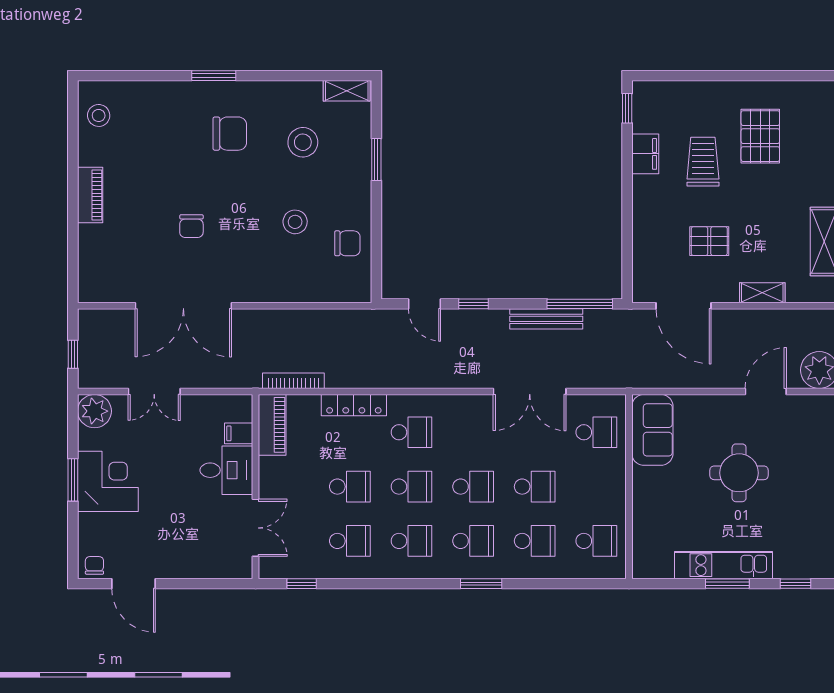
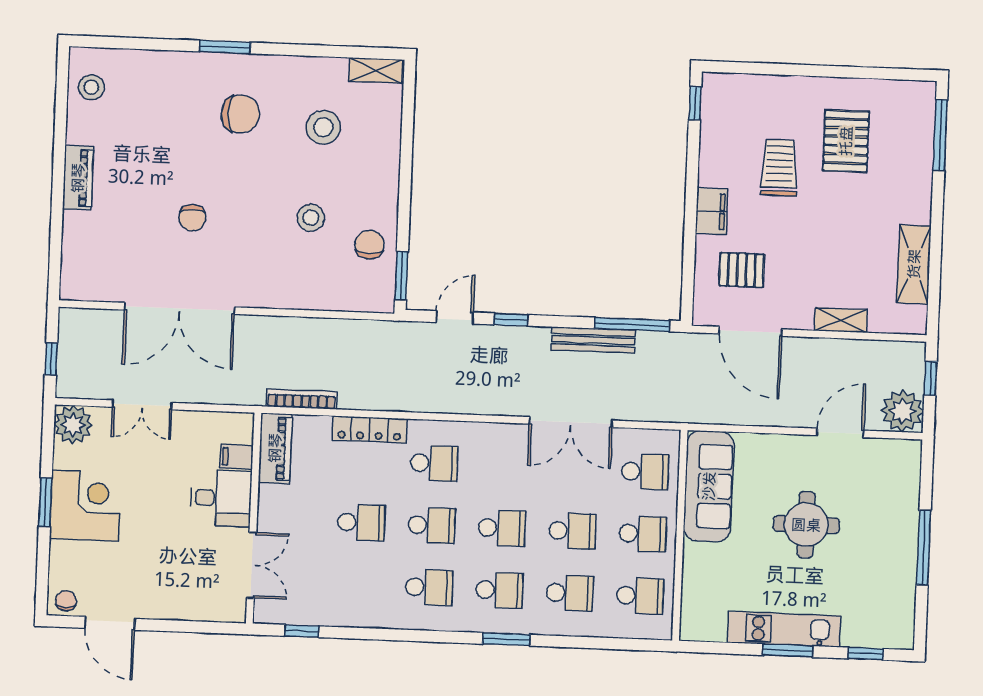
filing cabinet: (645, 154) -> (711, 211), moved
window: (376, 159) -> (401, 276), moved
pallet: (709, 241) -> (742, 270), moved
chair: (347, 243) -> (369, 245), turned -90
door: (424, 304) -> (455, 317), swing flipped
sofa: (652, 430) -> (709, 486), width x1.36
school desk: (350, 541) -> (643, 534), moved

